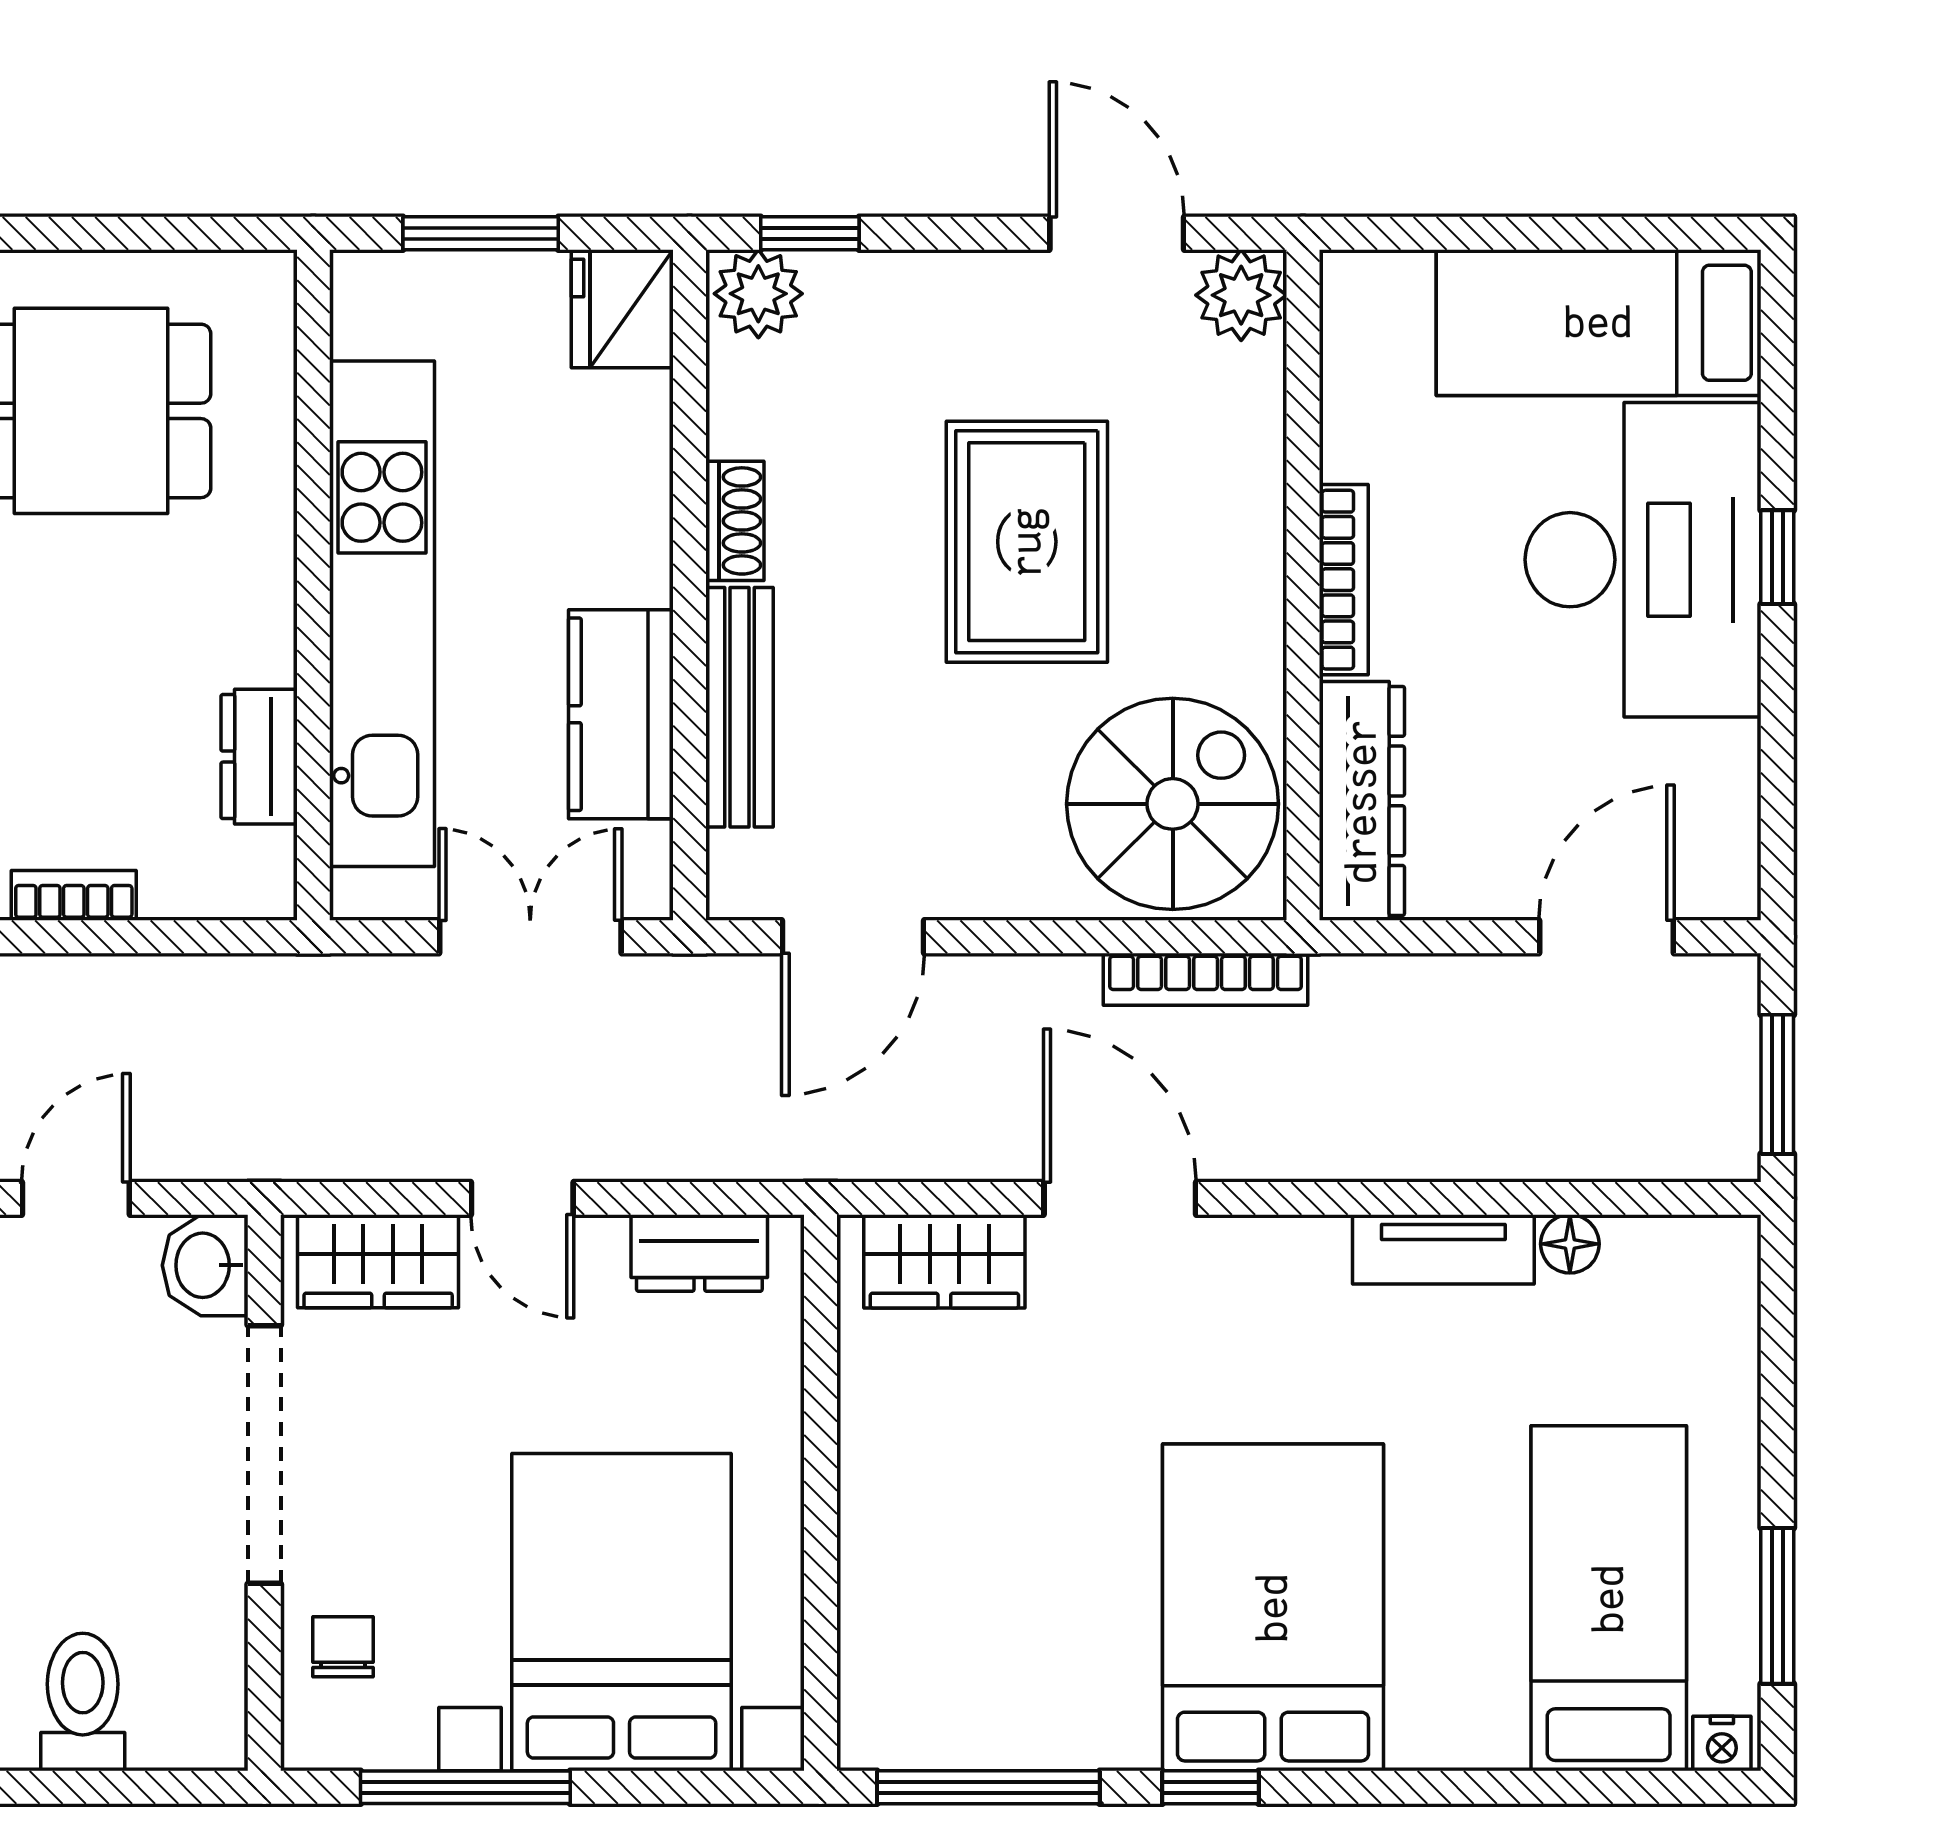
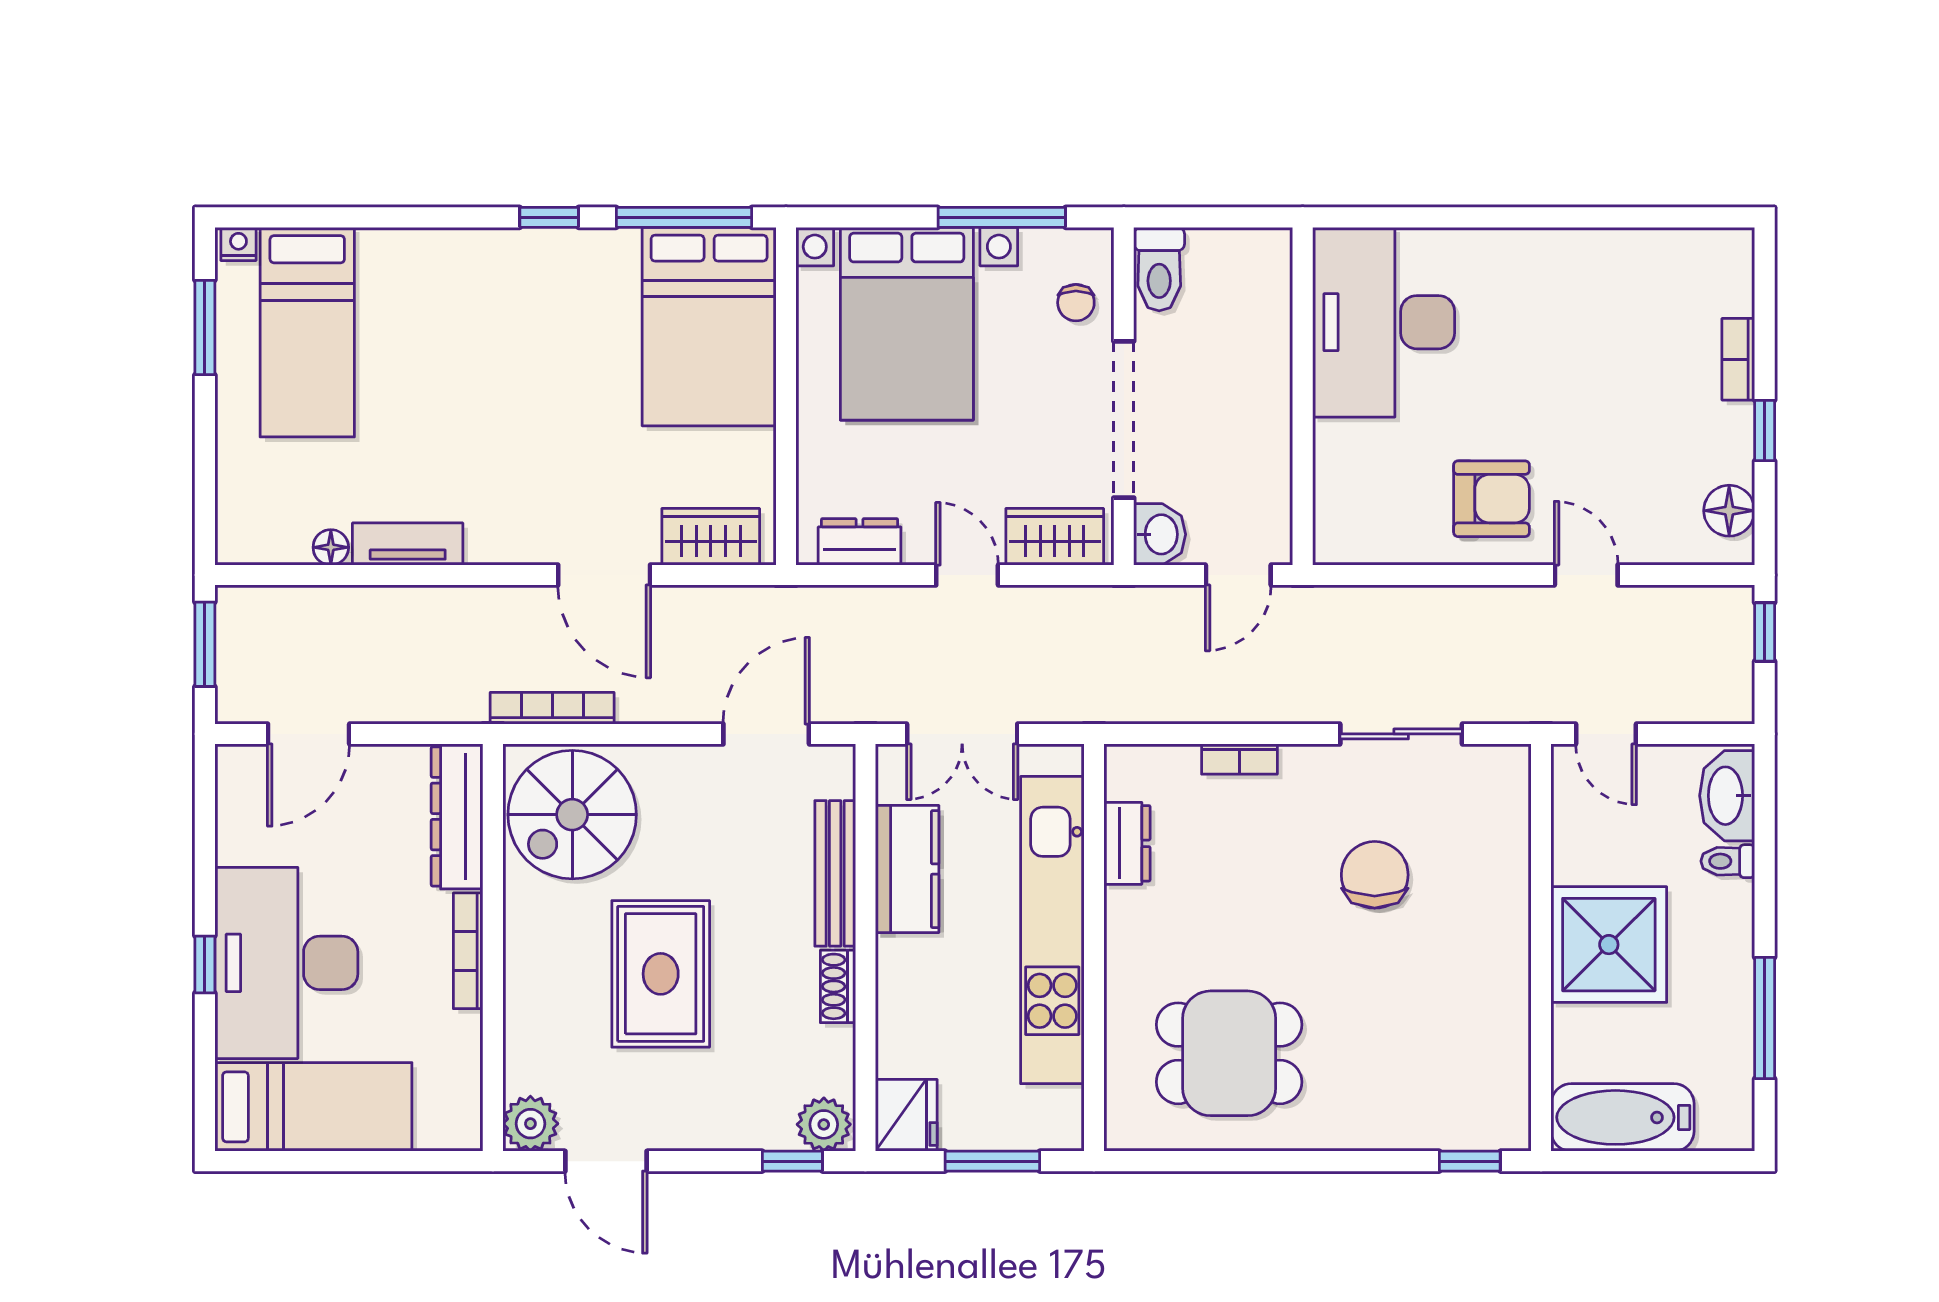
bed: (1273, 1607) -> (709, 327), moved
toilet: (83, 1702) -> (1159, 269), moved

